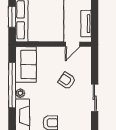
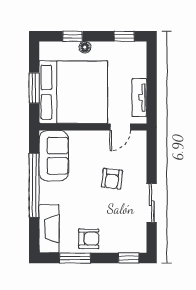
armchair: (67, 81) -> (112, 179), turned -117
plant: (20, 93) -> (46, 197), removed

